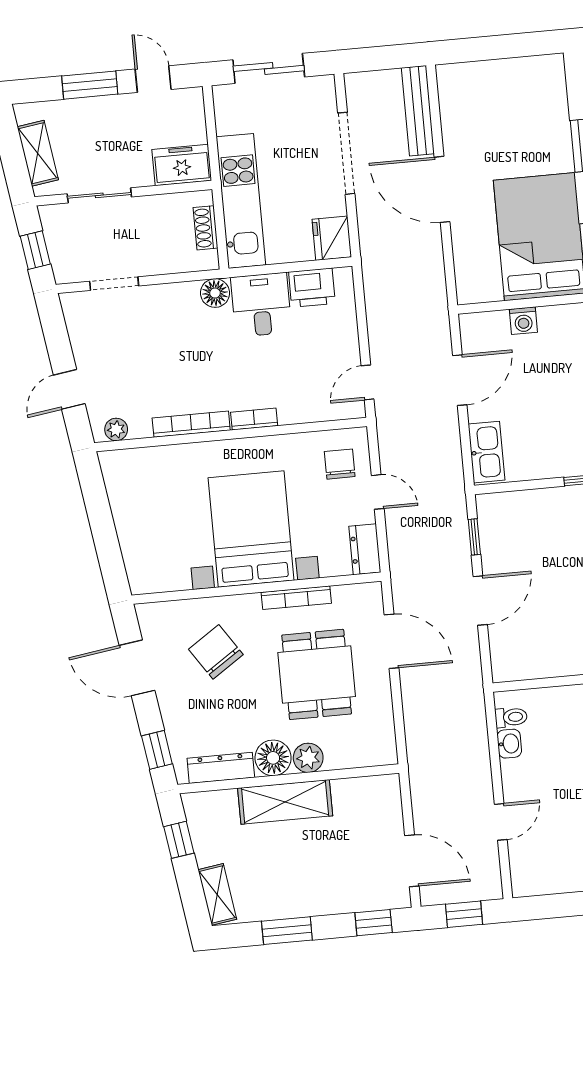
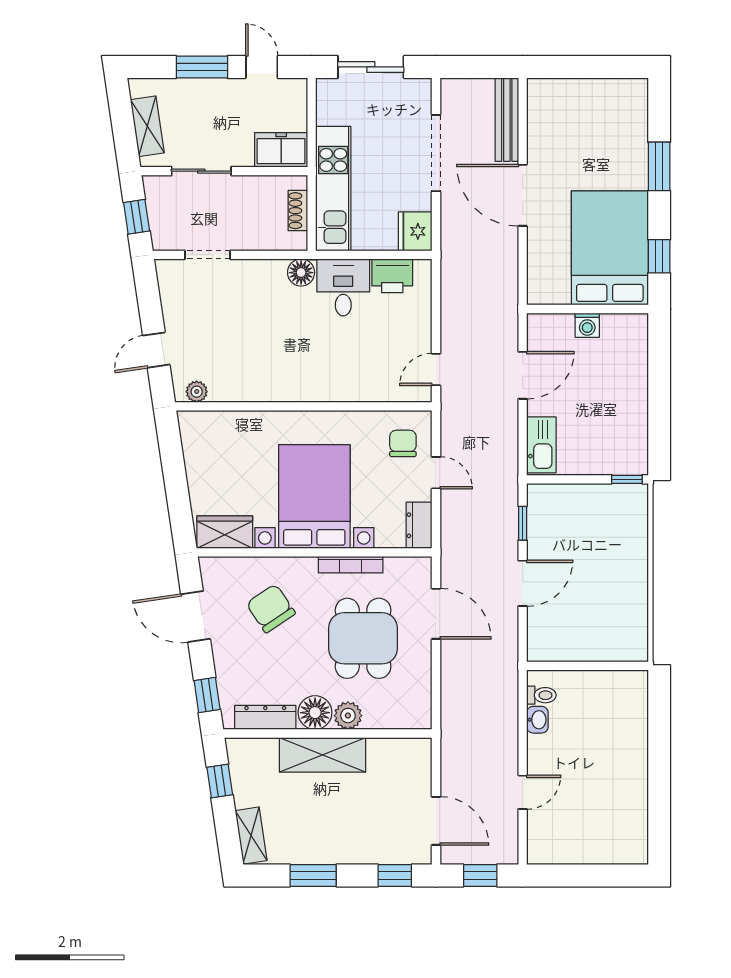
bookcase: (254, 419) -> (327, 394), removed
bookcase: (191, 424) -> (267, 393), removed
wardrobe: (160, 576) -> (225, 532), added

